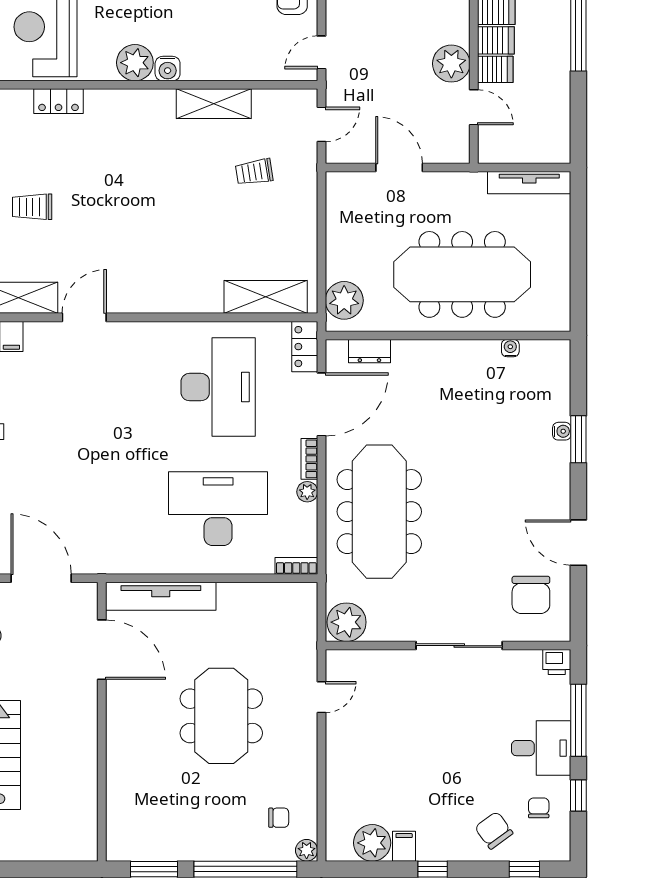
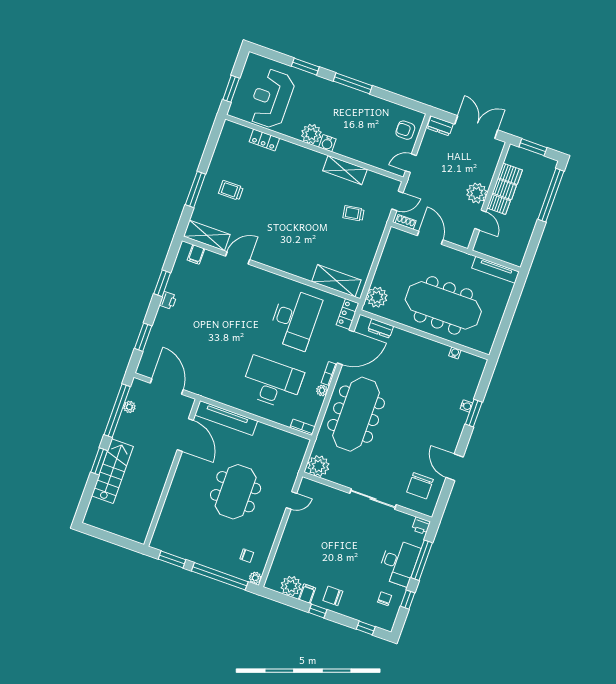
shoe rack: (348, 155) -> (406, 222), added
desk: (541, 748) -> (399, 563), width x1.37
chair: (494, 830) -> (333, 596), moved, turned -54

